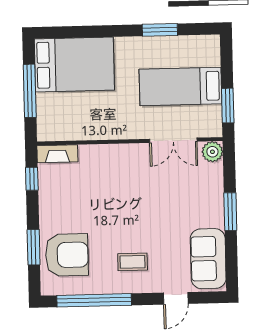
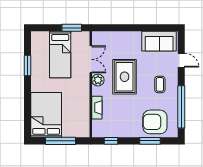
plant: (212, 152) -> (98, 80), moved
fireplace: (57, 154) -> (97, 108), moved
rug: (145, 200) -> (125, 77), added
window: (230, 212) -> (132, 28), removed
armchair: (67, 255) -> (155, 122), turned -90

